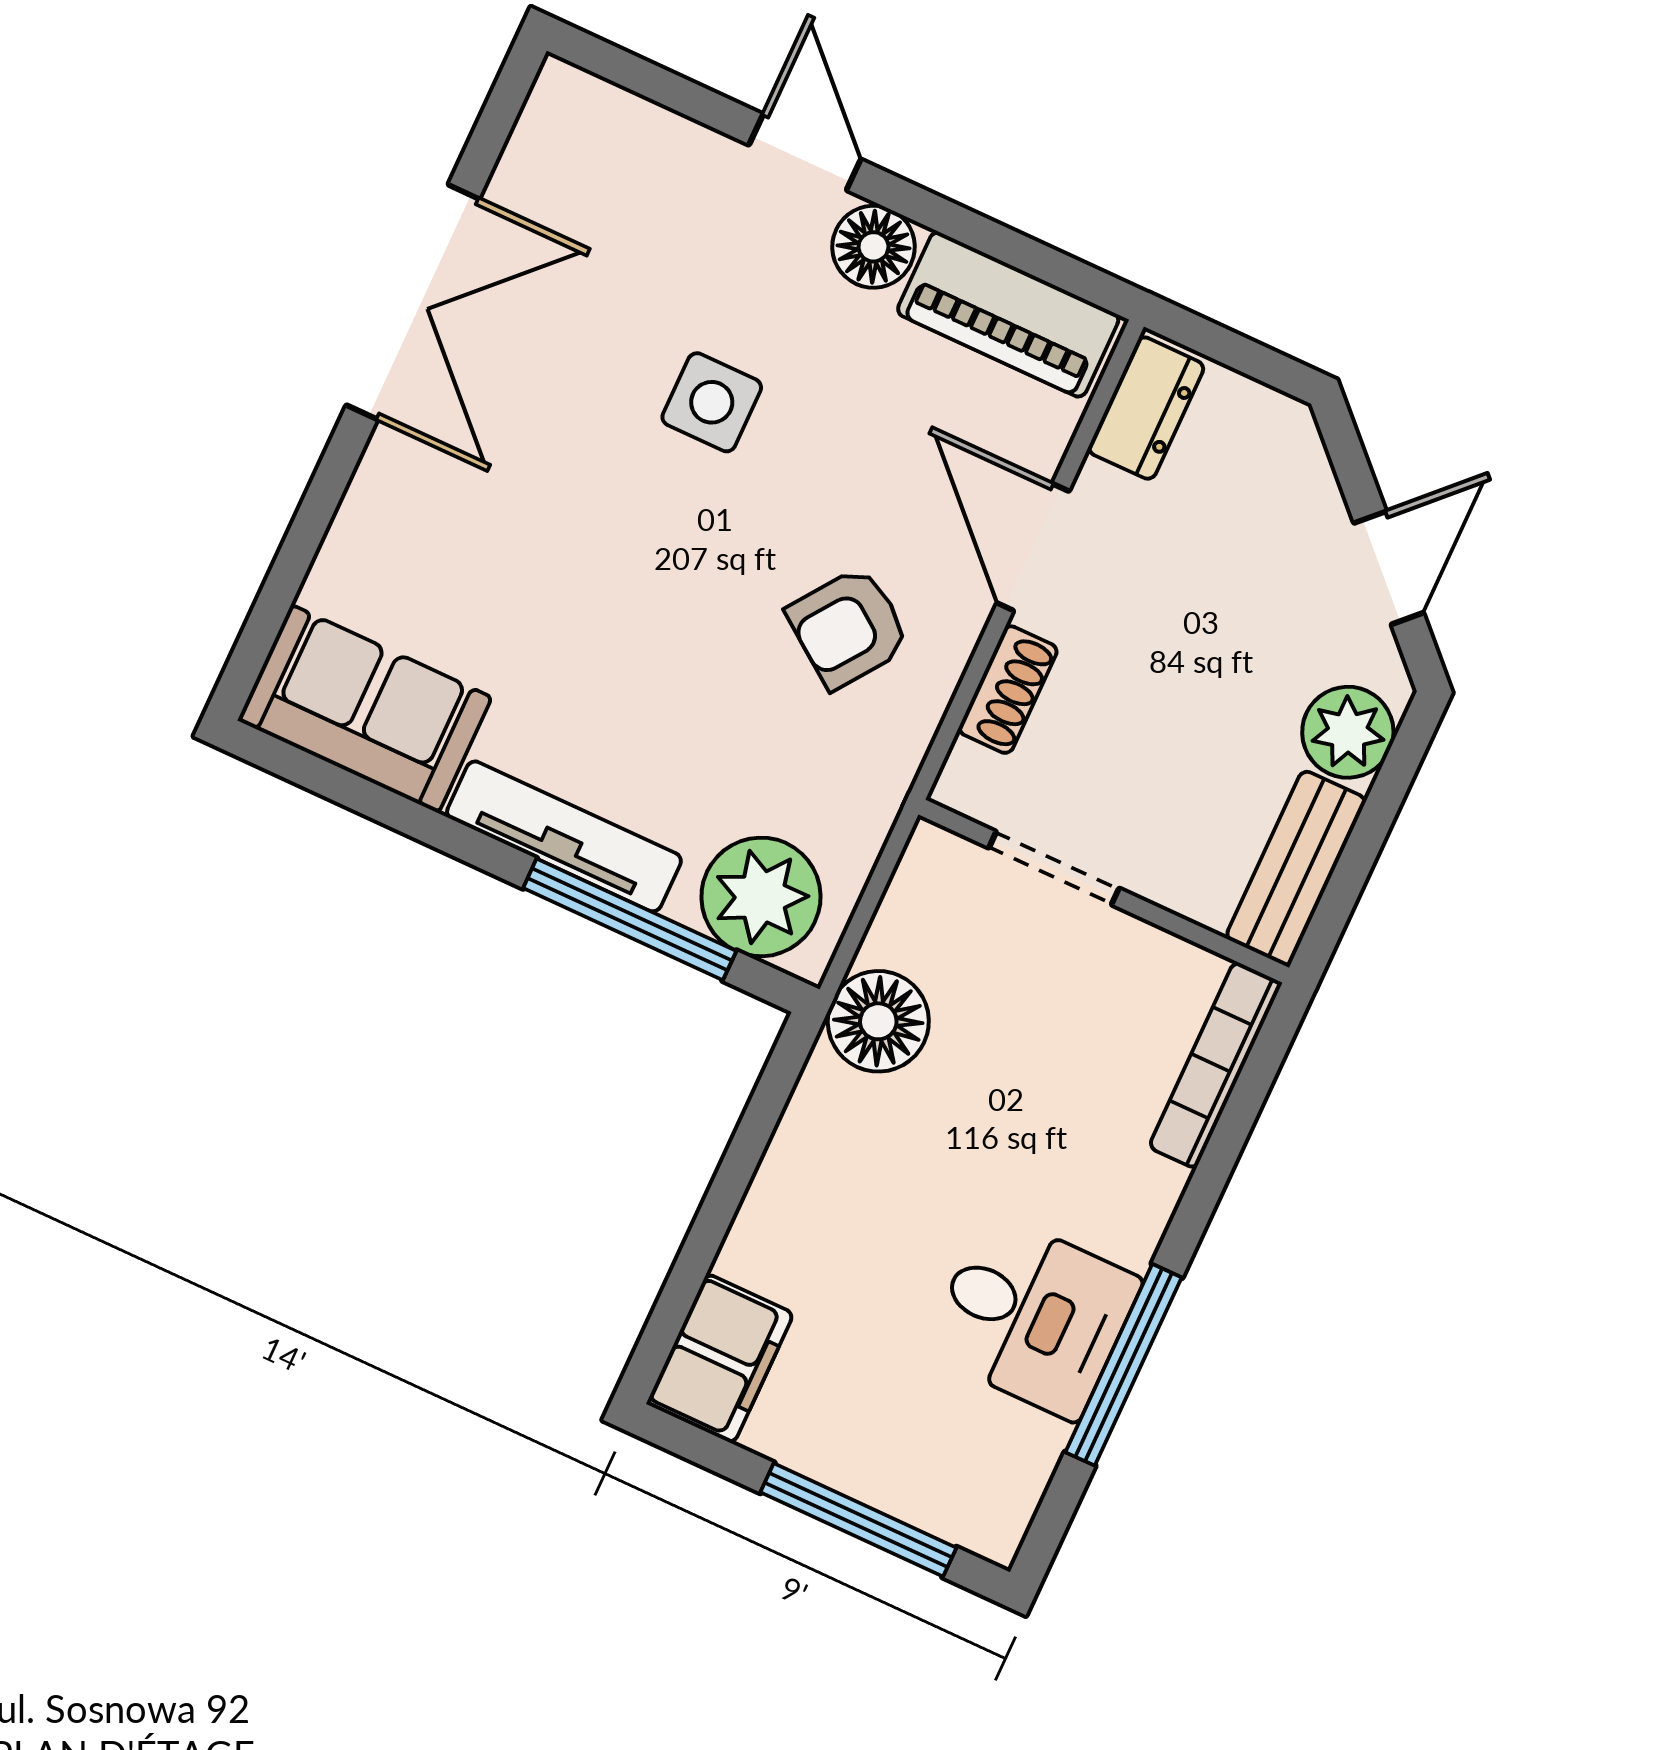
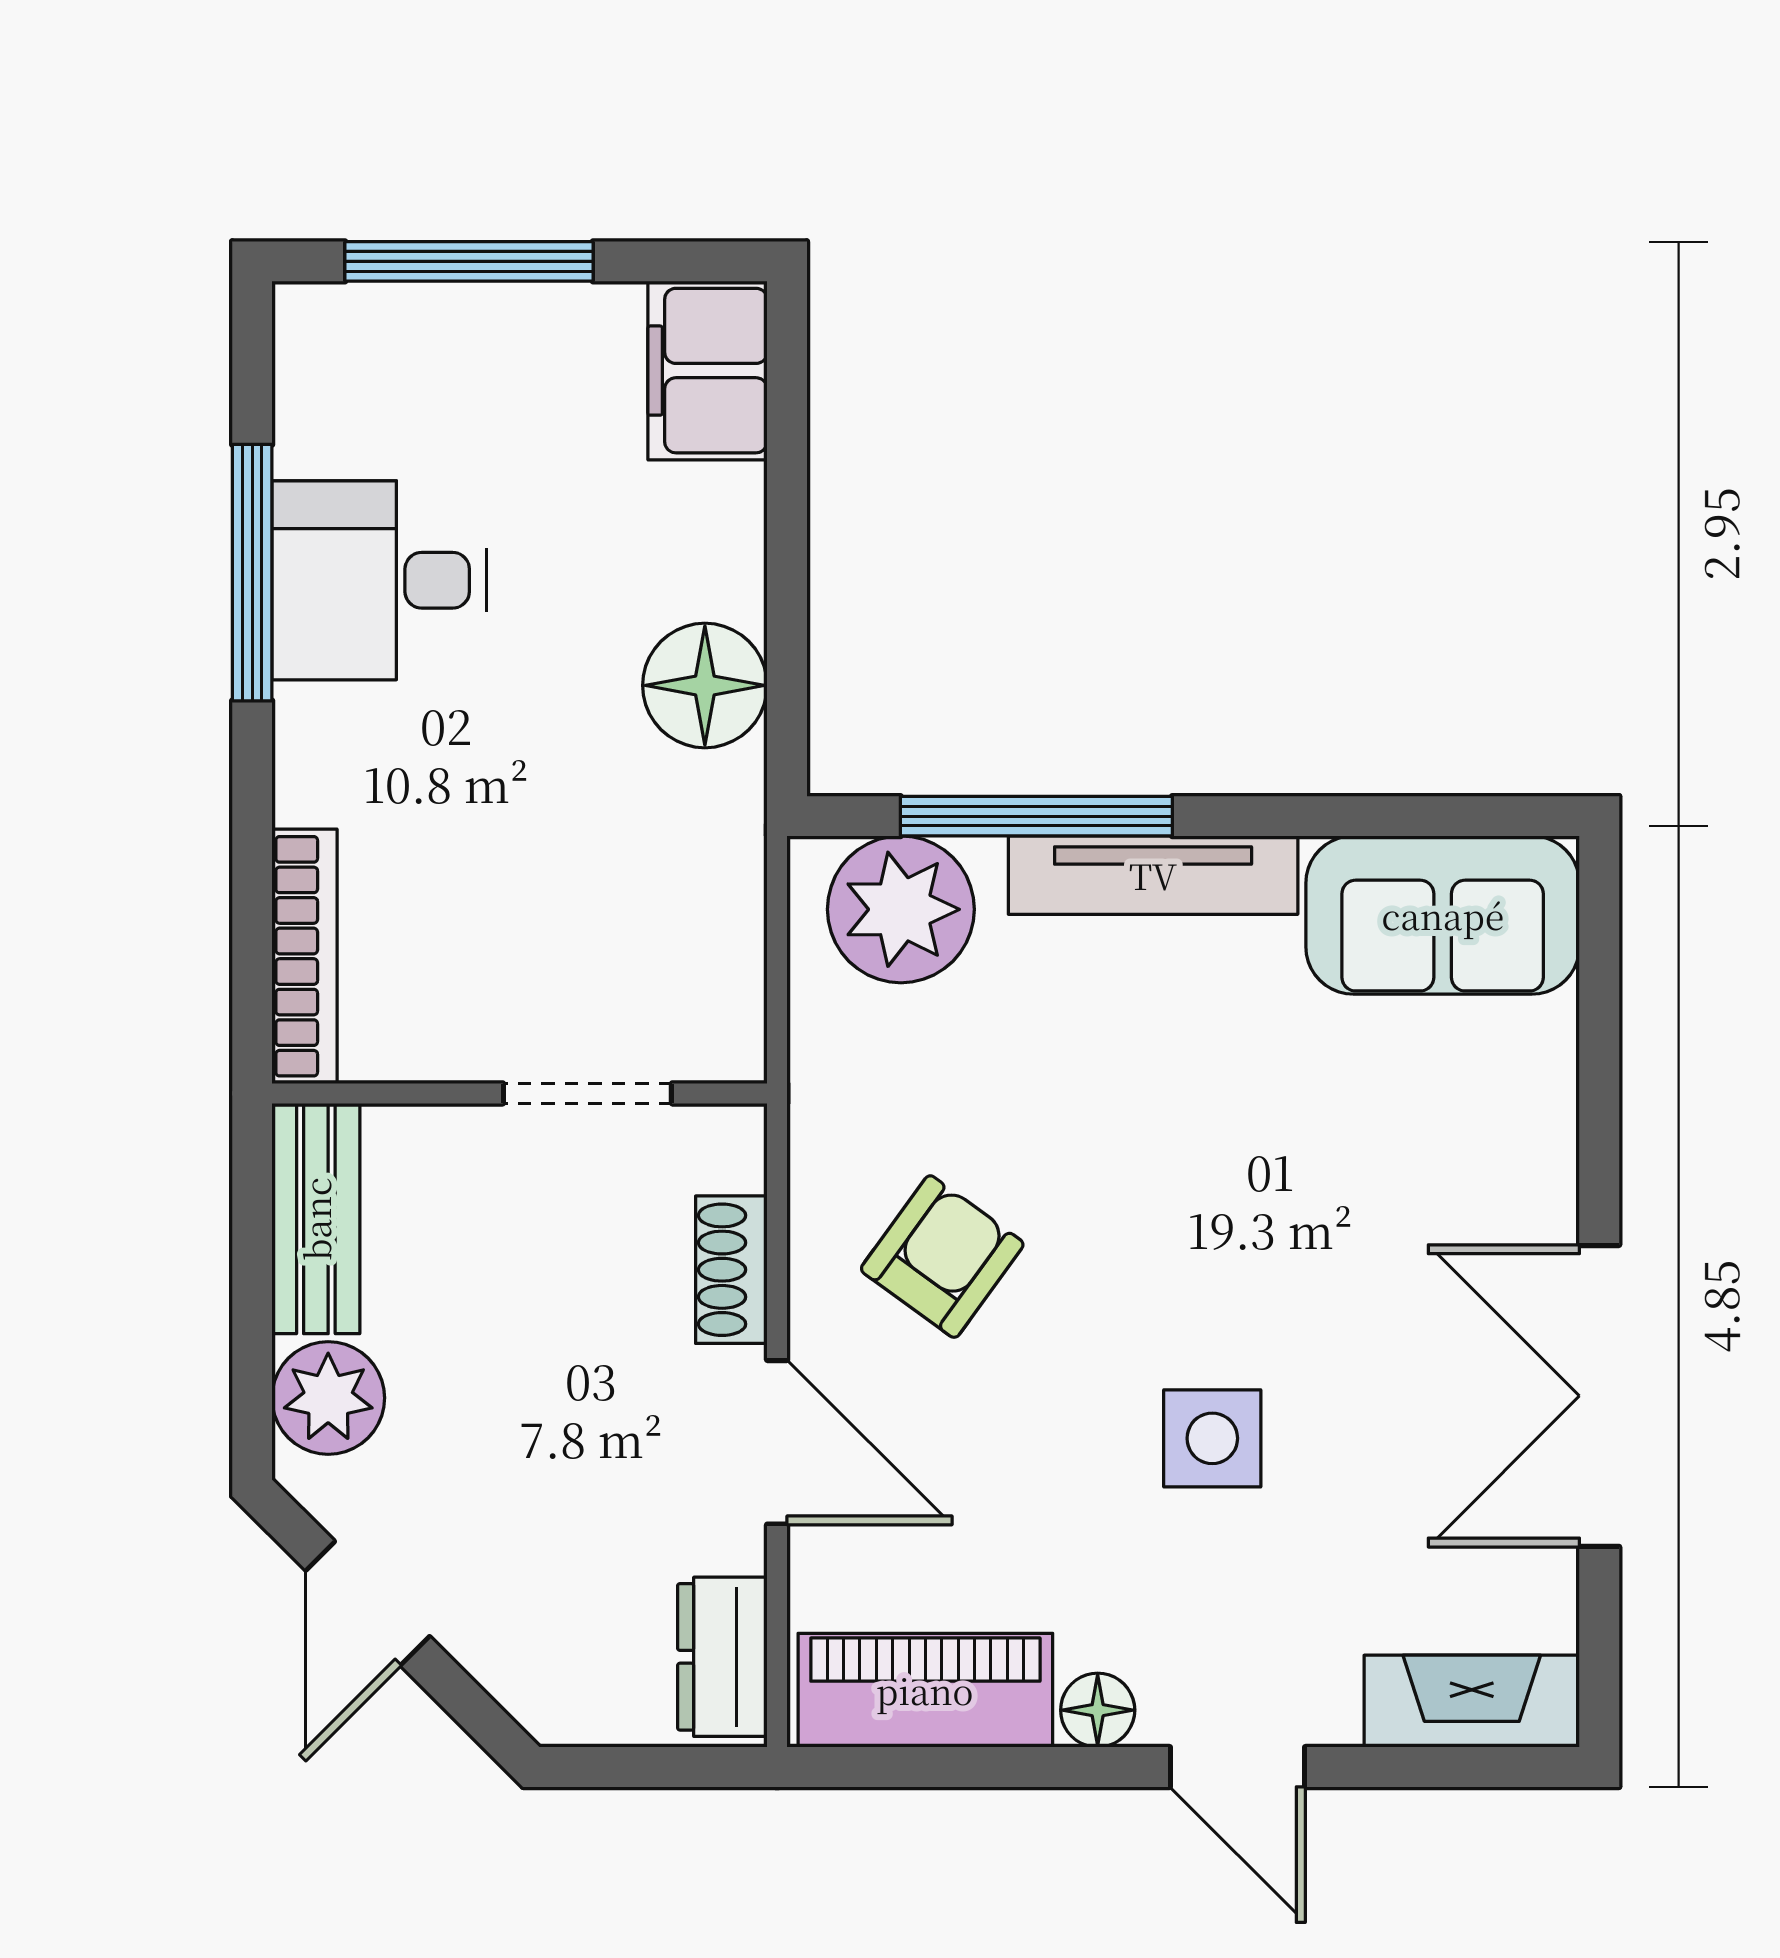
fireplace: (610, 121) -> (1472, 1701), added
floor lamp: (873, 247) -> (1098, 1710), width x0.73, depth x0.73
floor lamp: (878, 1021) -> (705, 685), moved

